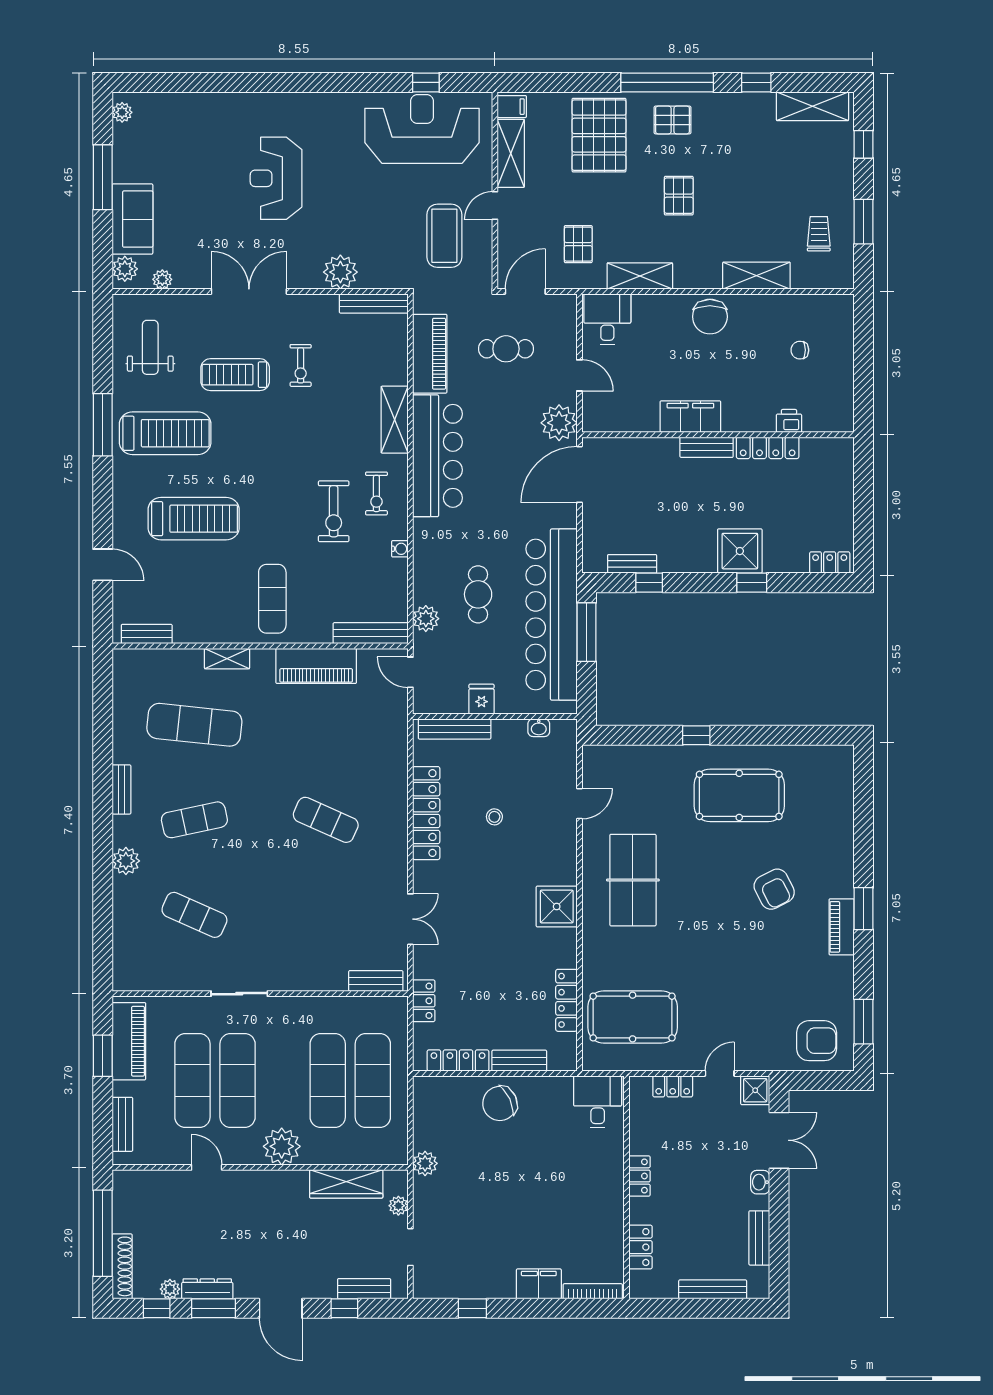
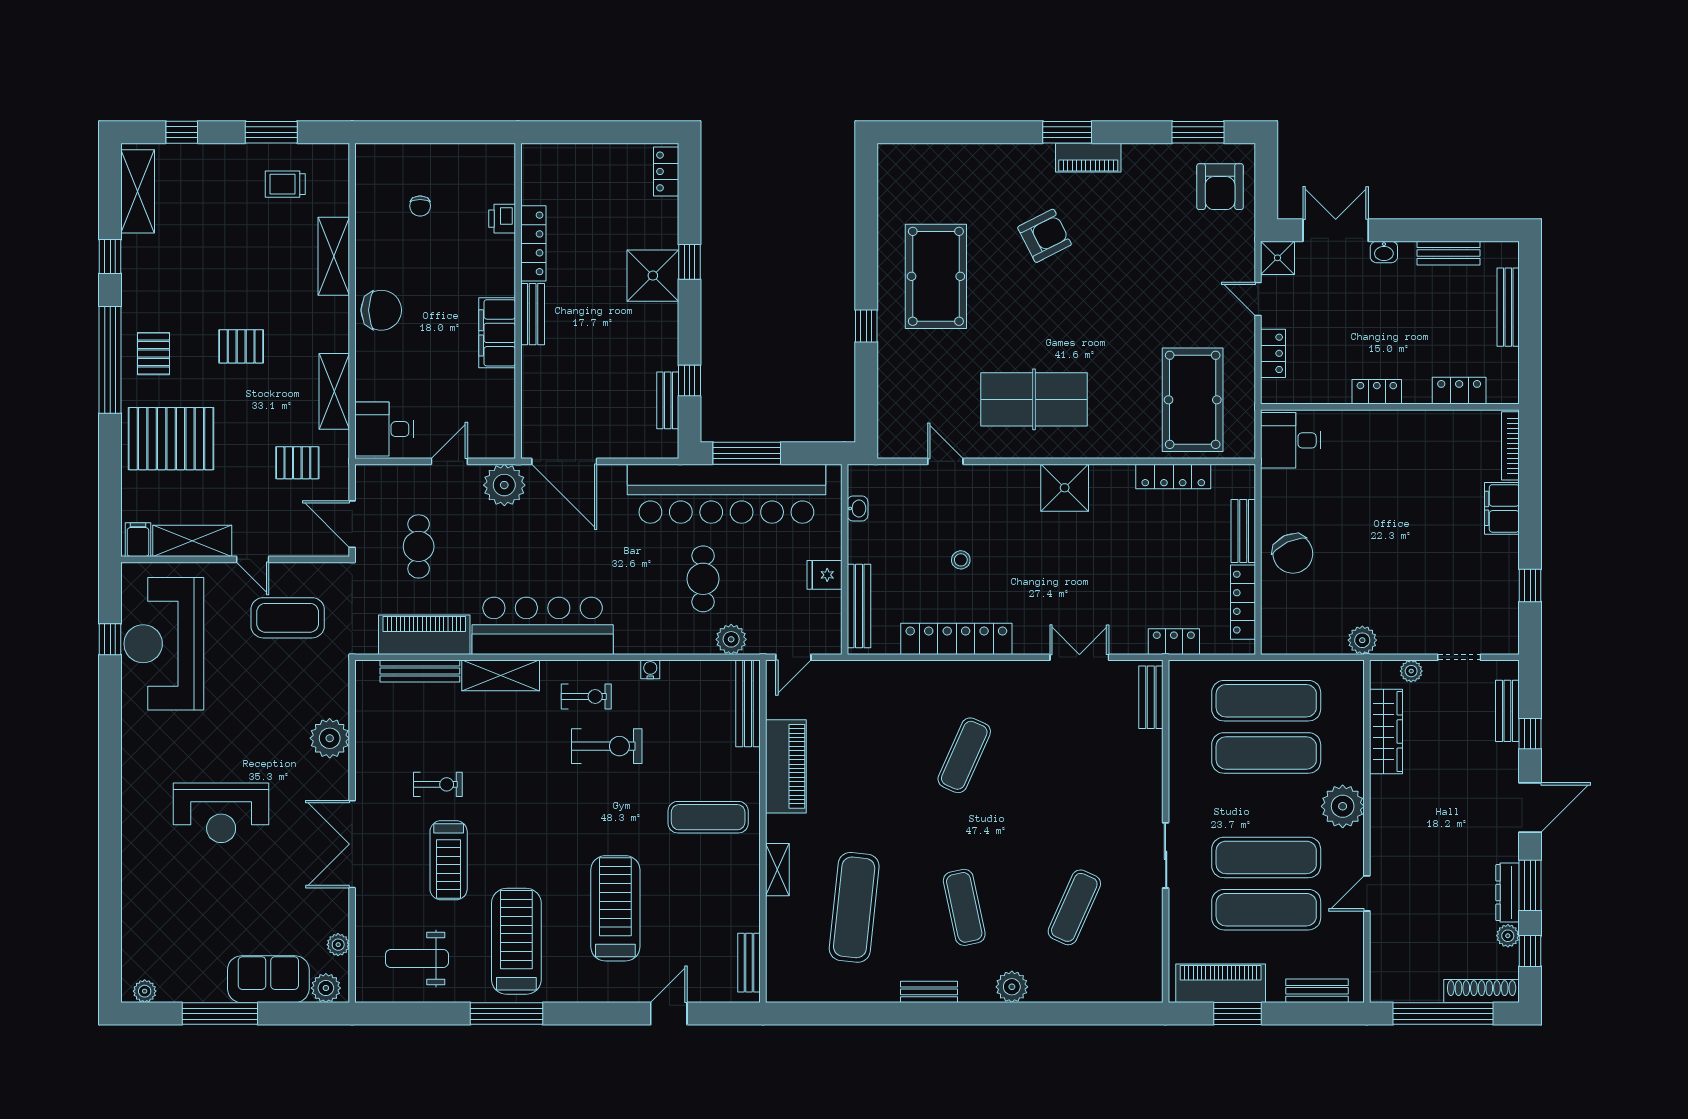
bench: (374, 303) -> (420, 671), moved, turned 90
cafe table: (478, 594) -> (703, 579), turned 90
armchair: (817, 1041) -> (1220, 187), turned 180

